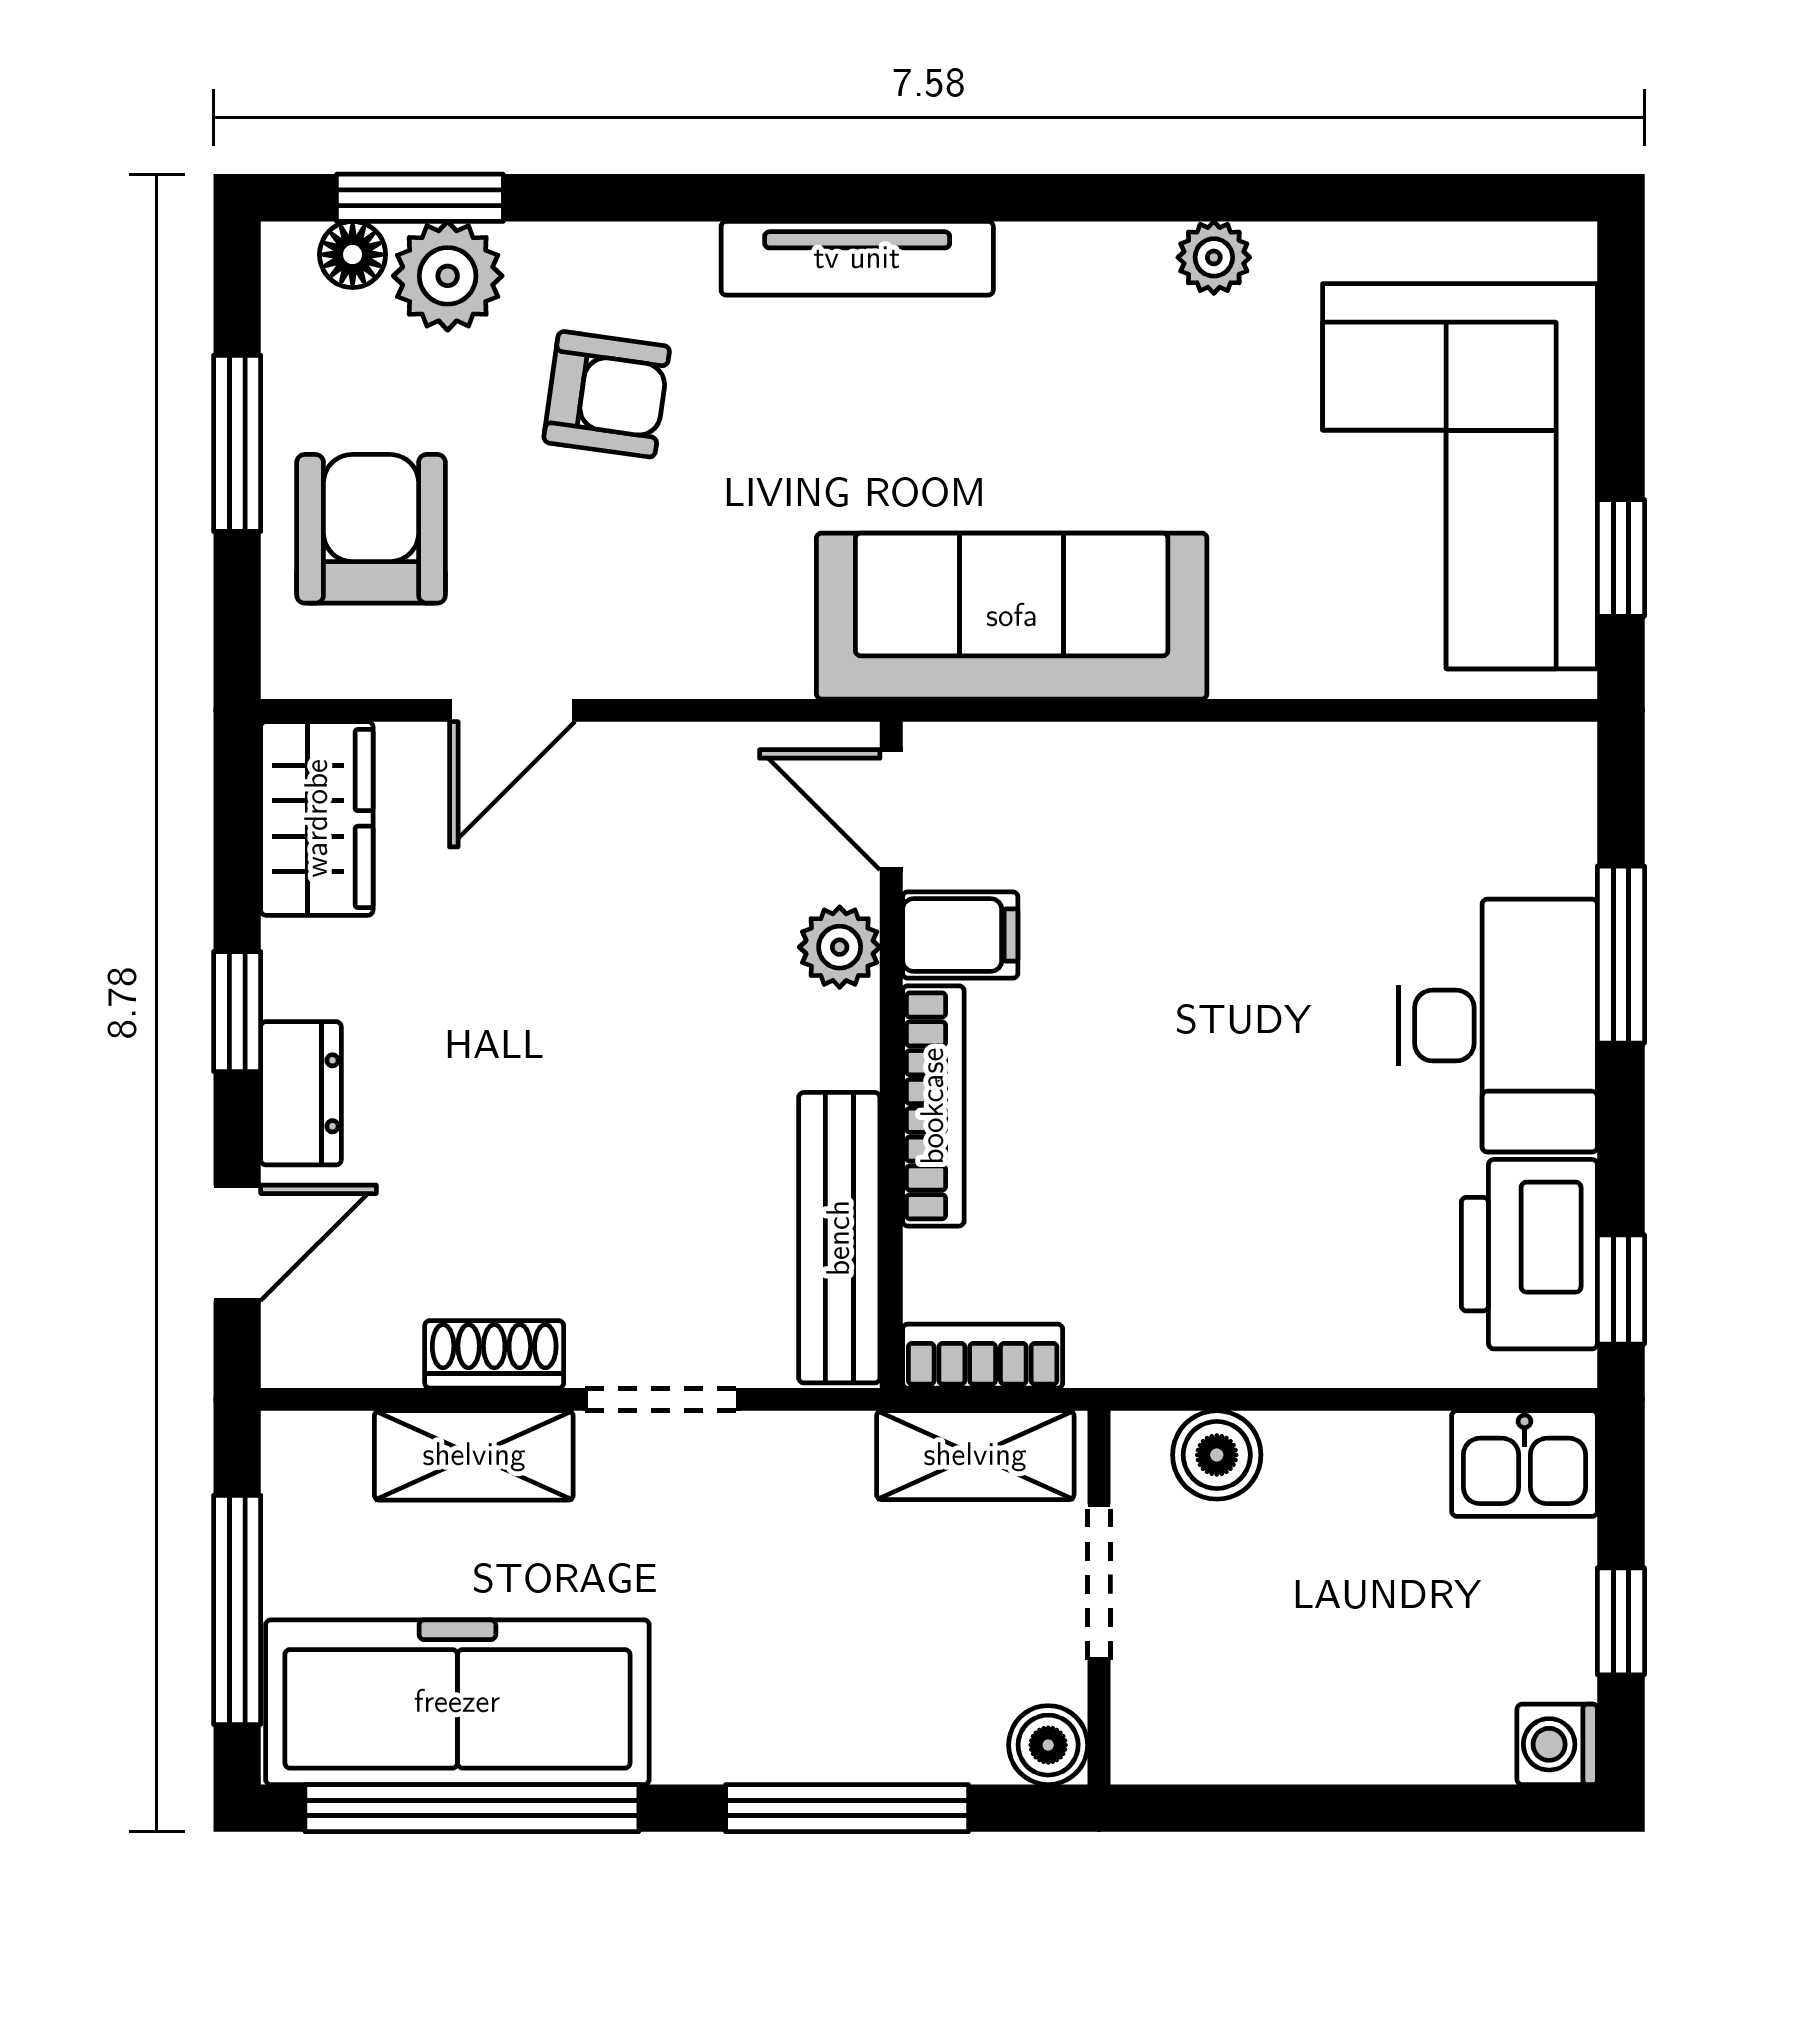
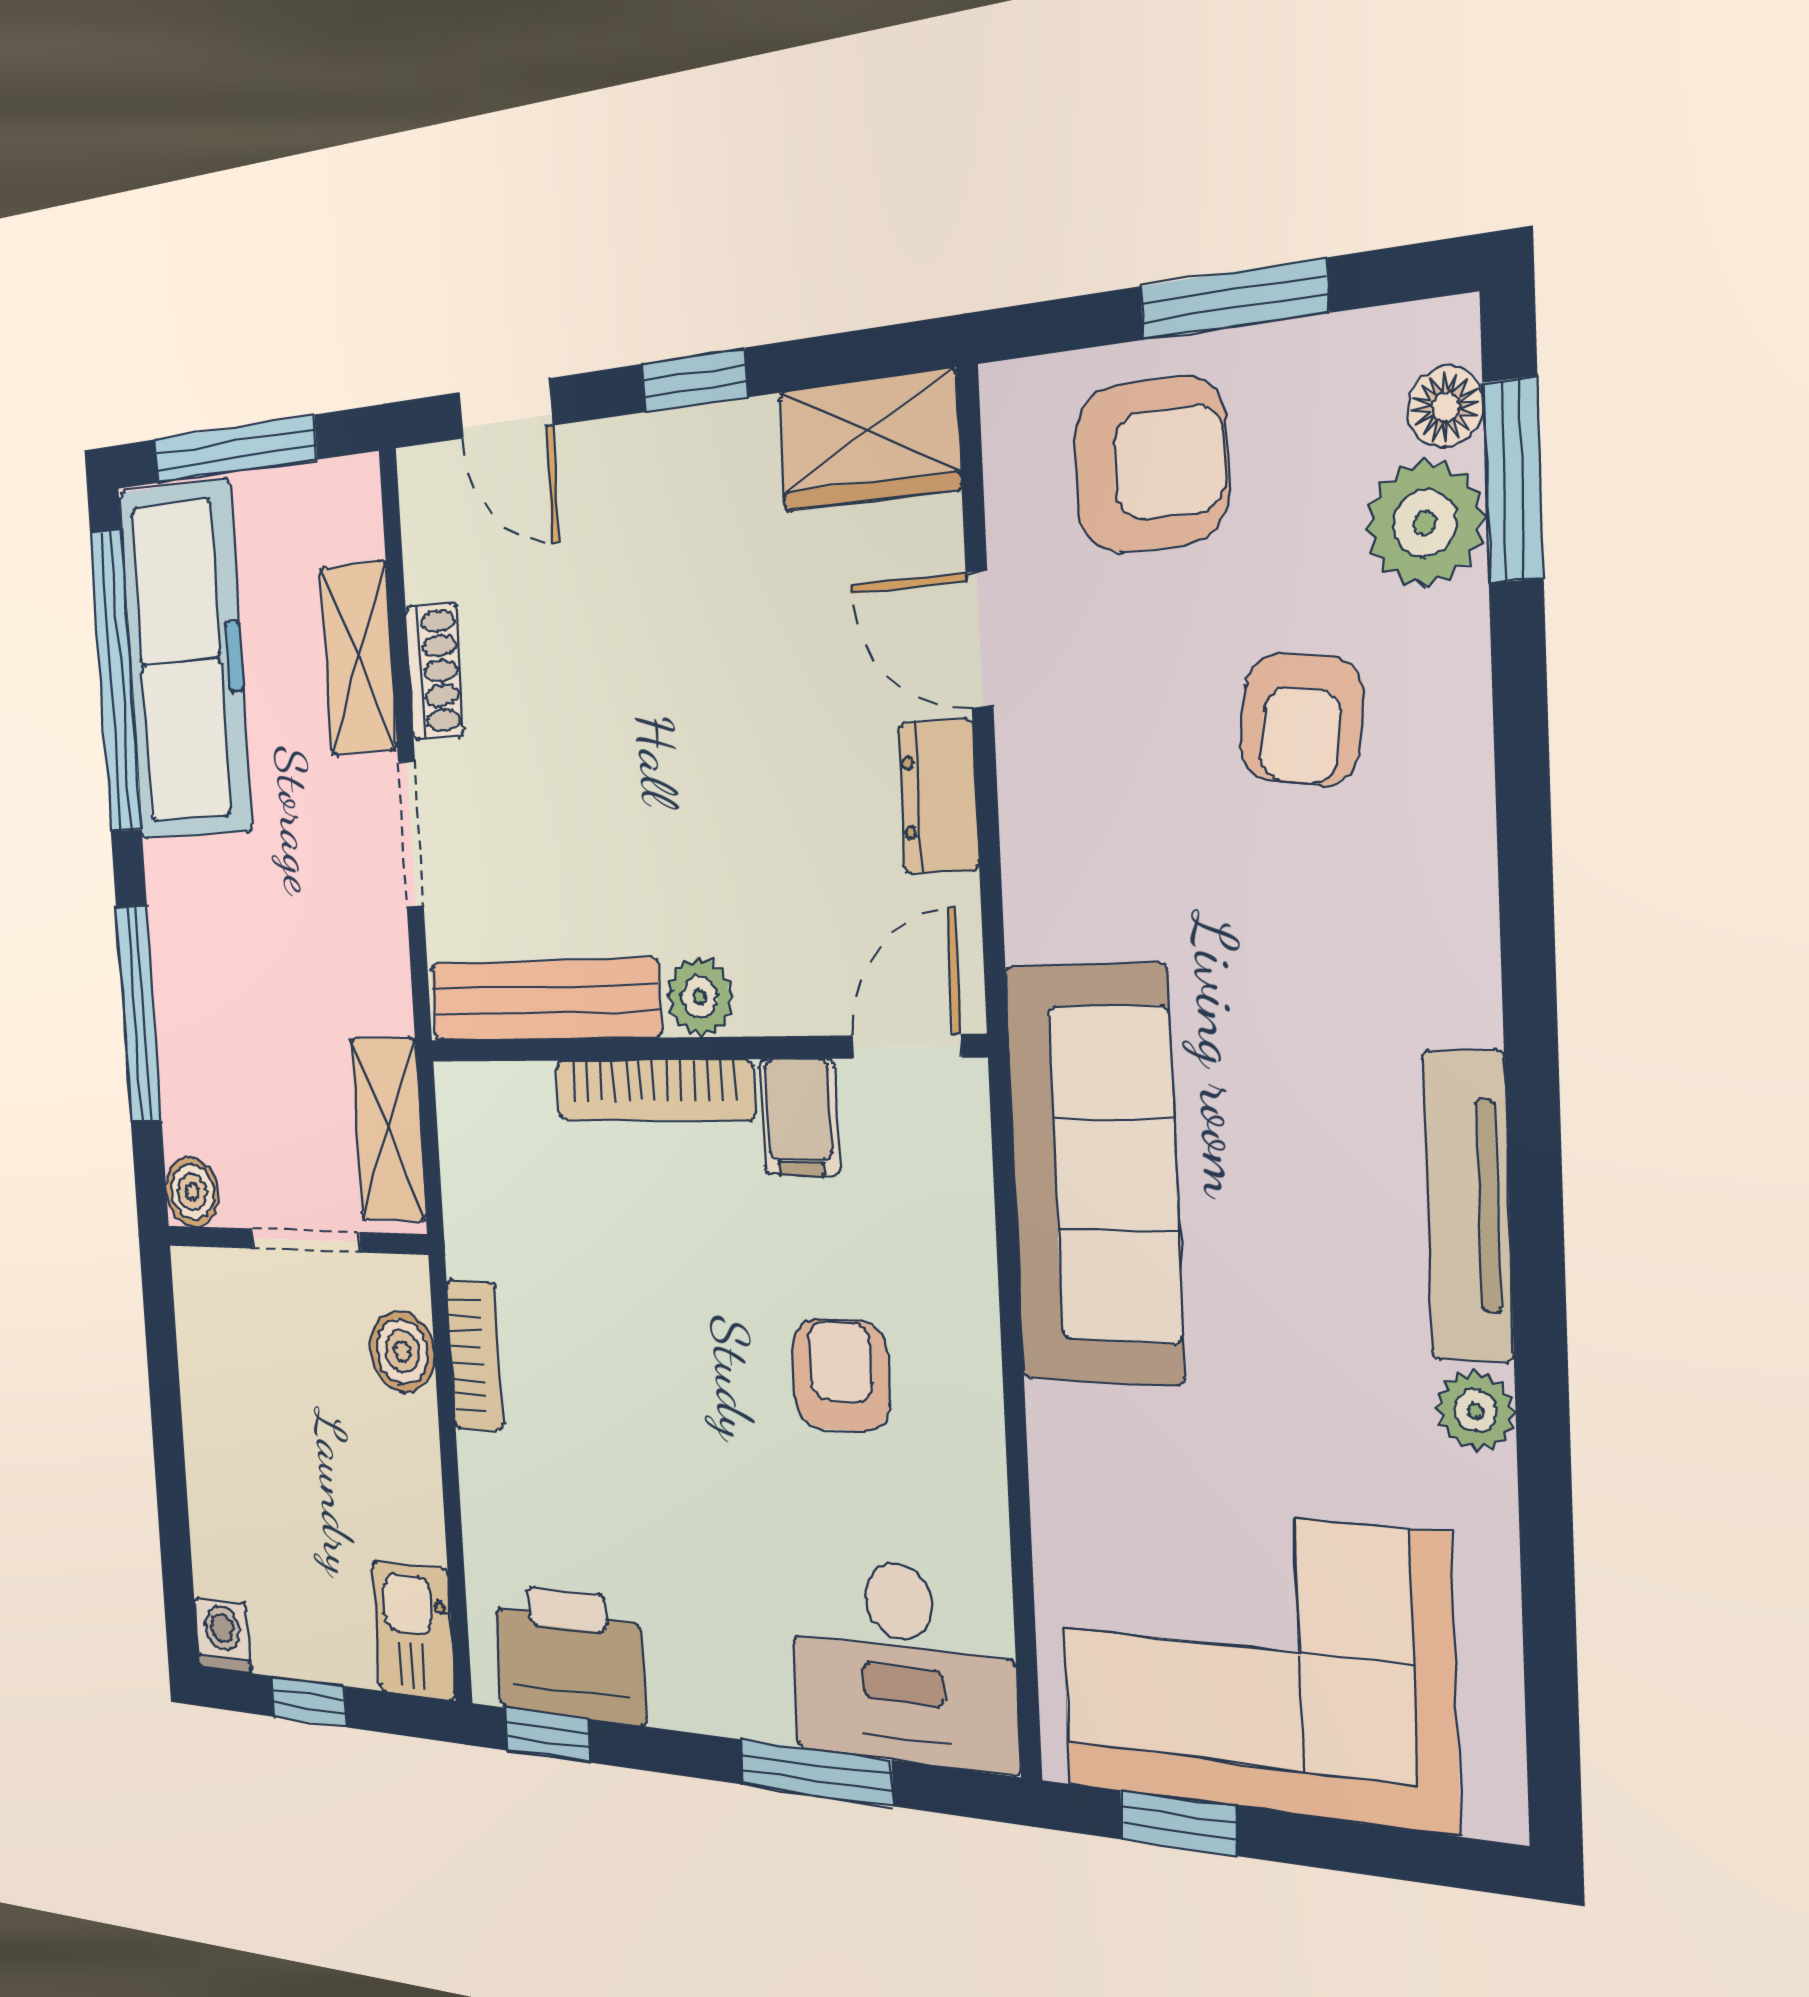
tv unit: (857, 258) -> (1468, 1206), moved
armchair: (1214, 902) -> (841, 1375), added
plant: (840, 947) -> (700, 997), moved
desk: (1498, 1026) -> (902, 1663), moved
dresser: (301, 1093) -> (938, 796), moved, turned 90
bookcase: (983, 1356) -> (475, 1355), moved

